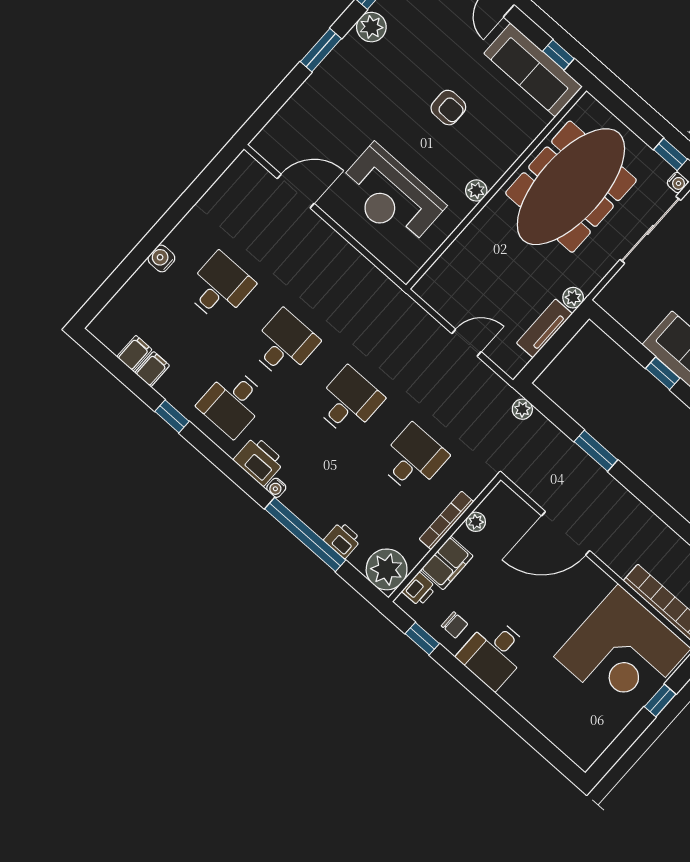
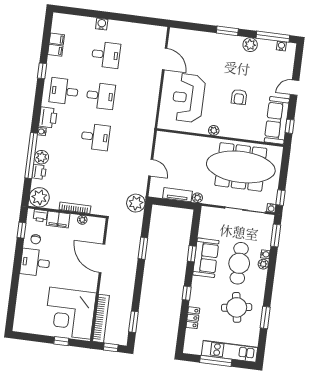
plant: (522, 409) -> (136, 203), width x1.88, depth x1.88
desk: (413, 459) -> (90, 178), removed
plant: (320, 518) -> (42, 157), added

